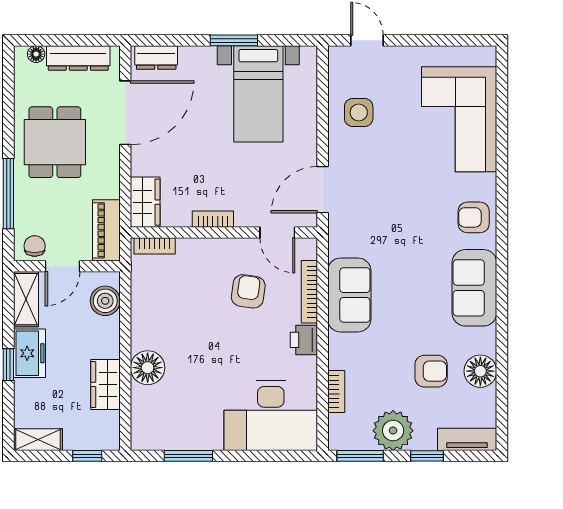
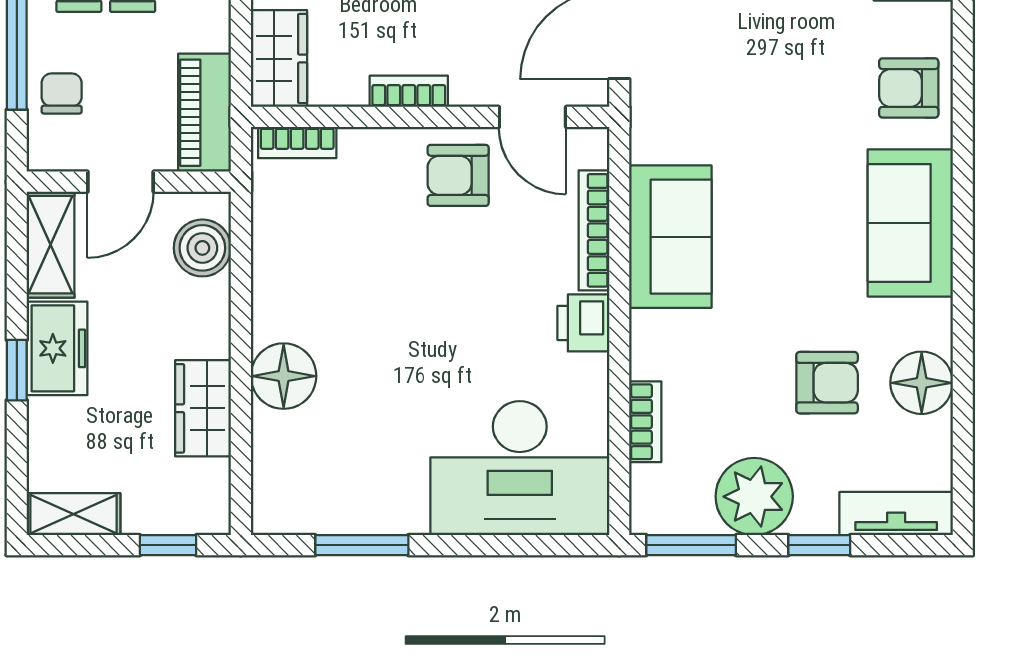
chair: (35, 246) -> (62, 94), moved
armchair: (248, 291) -> (458, 175), moved, turned -98

